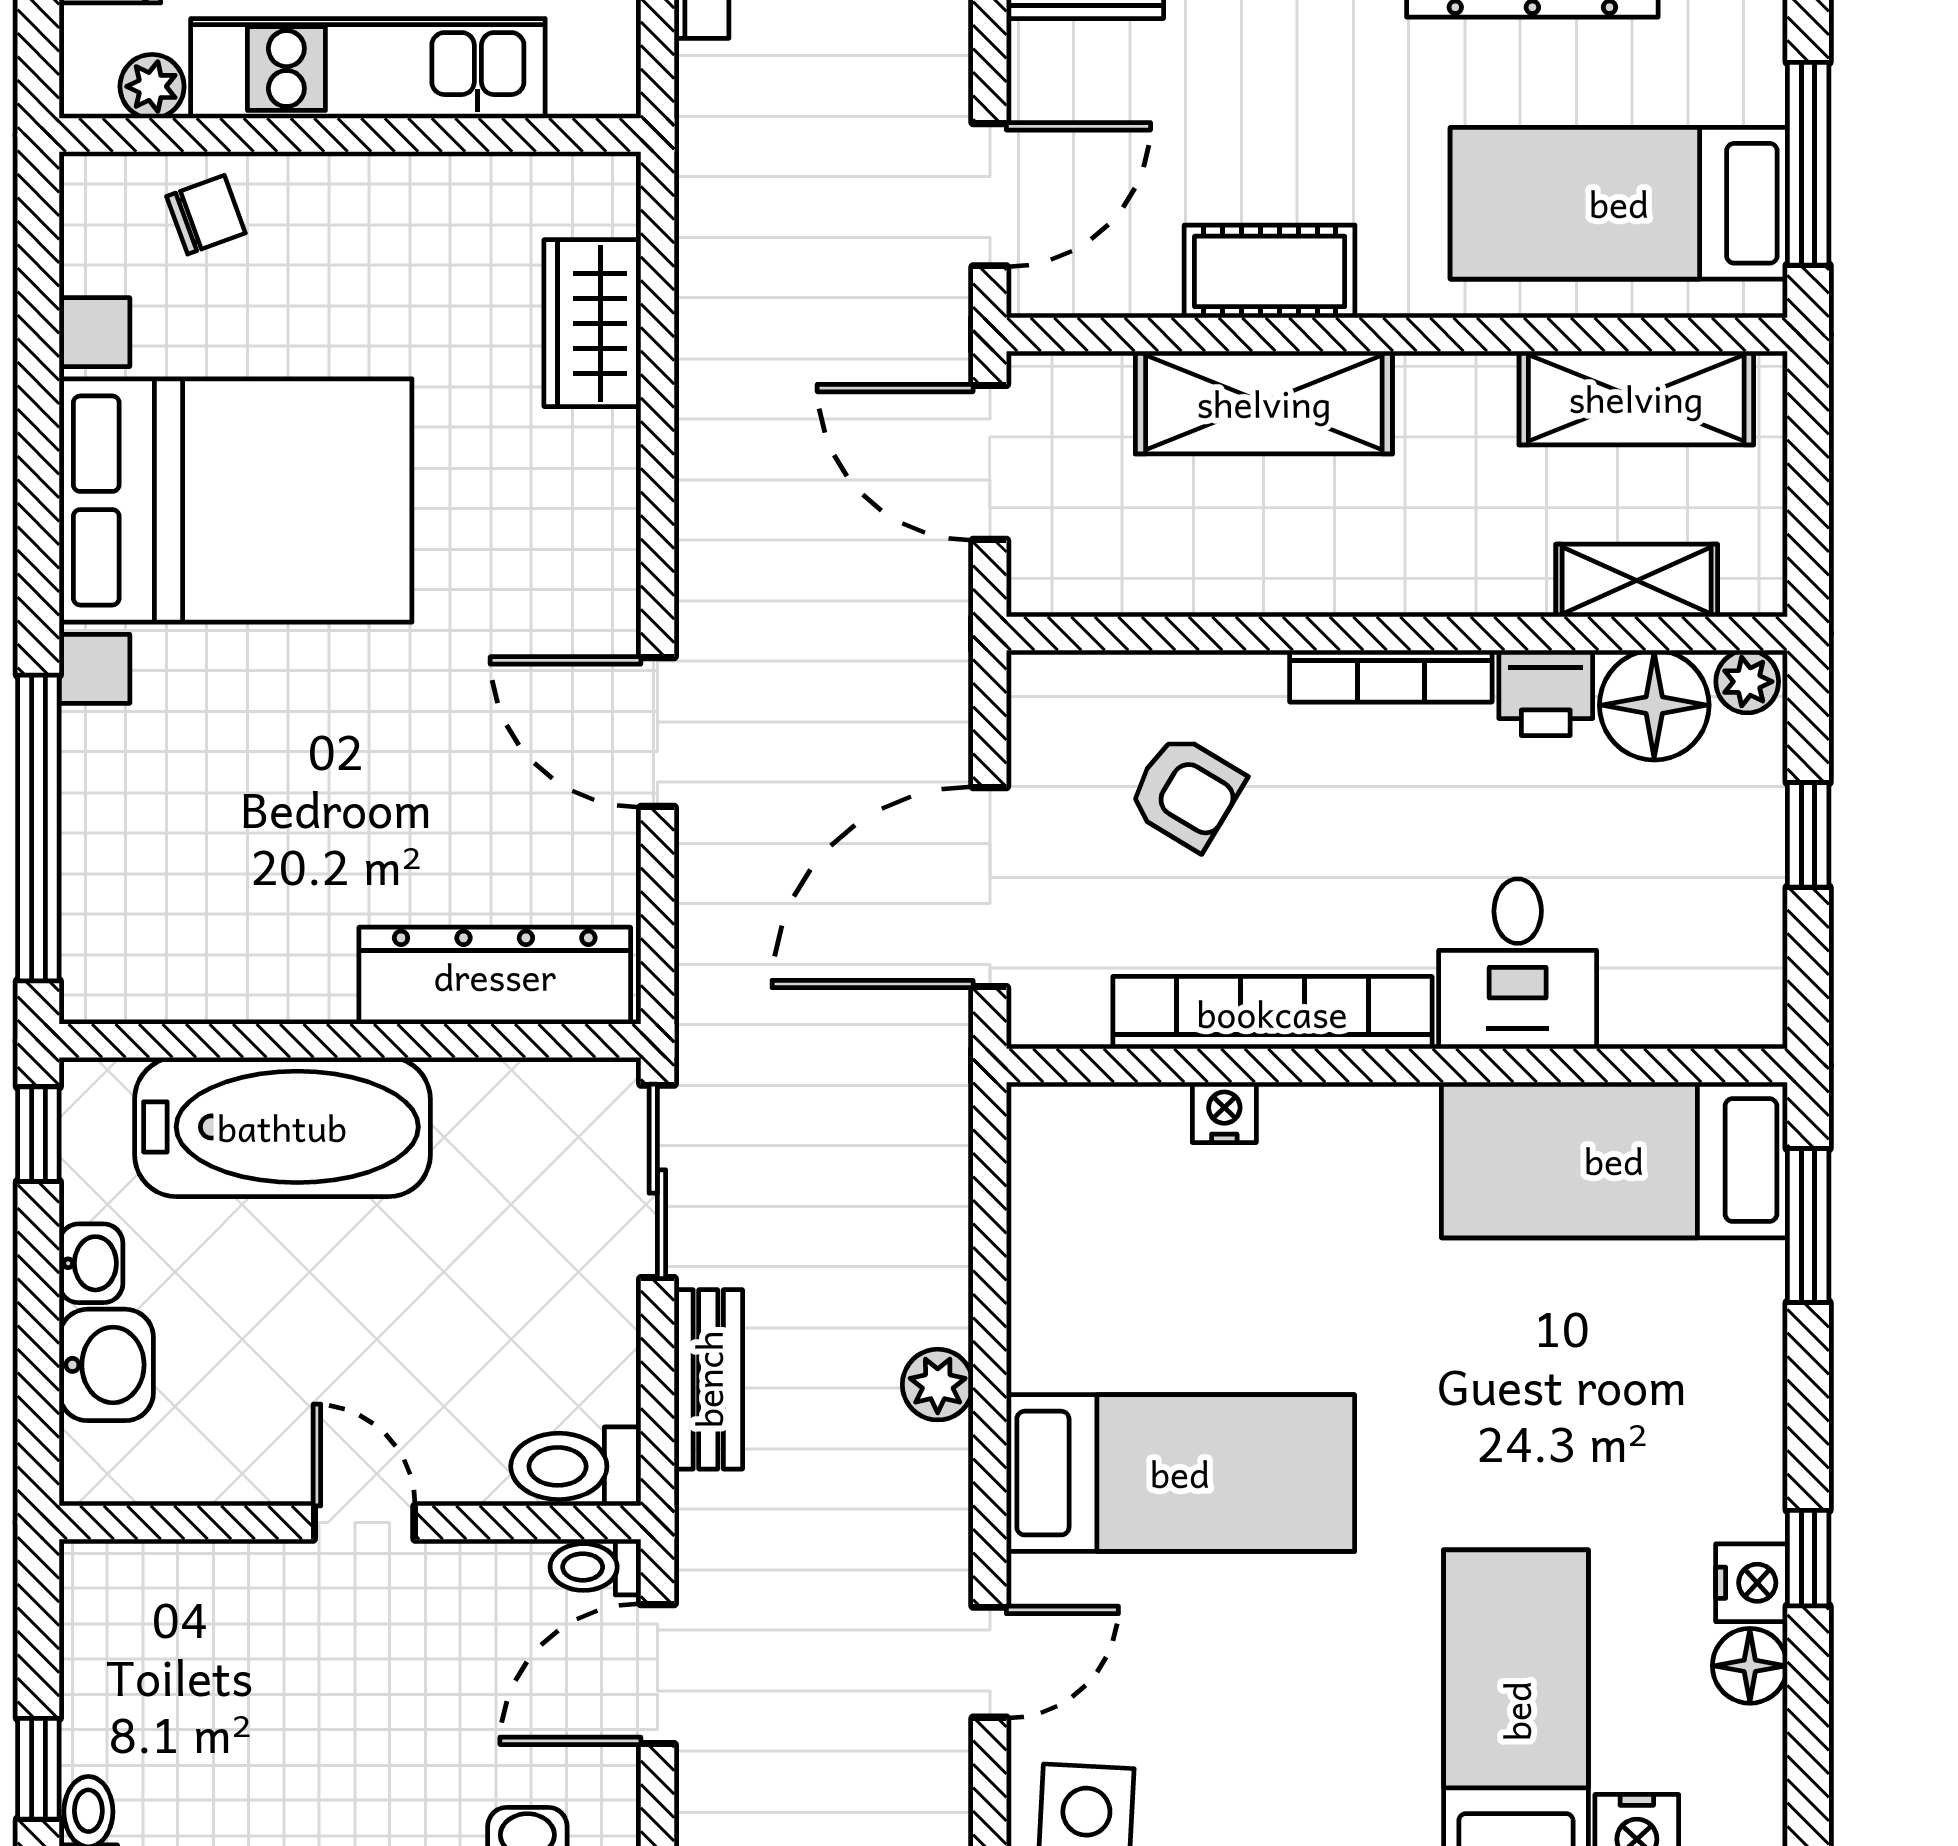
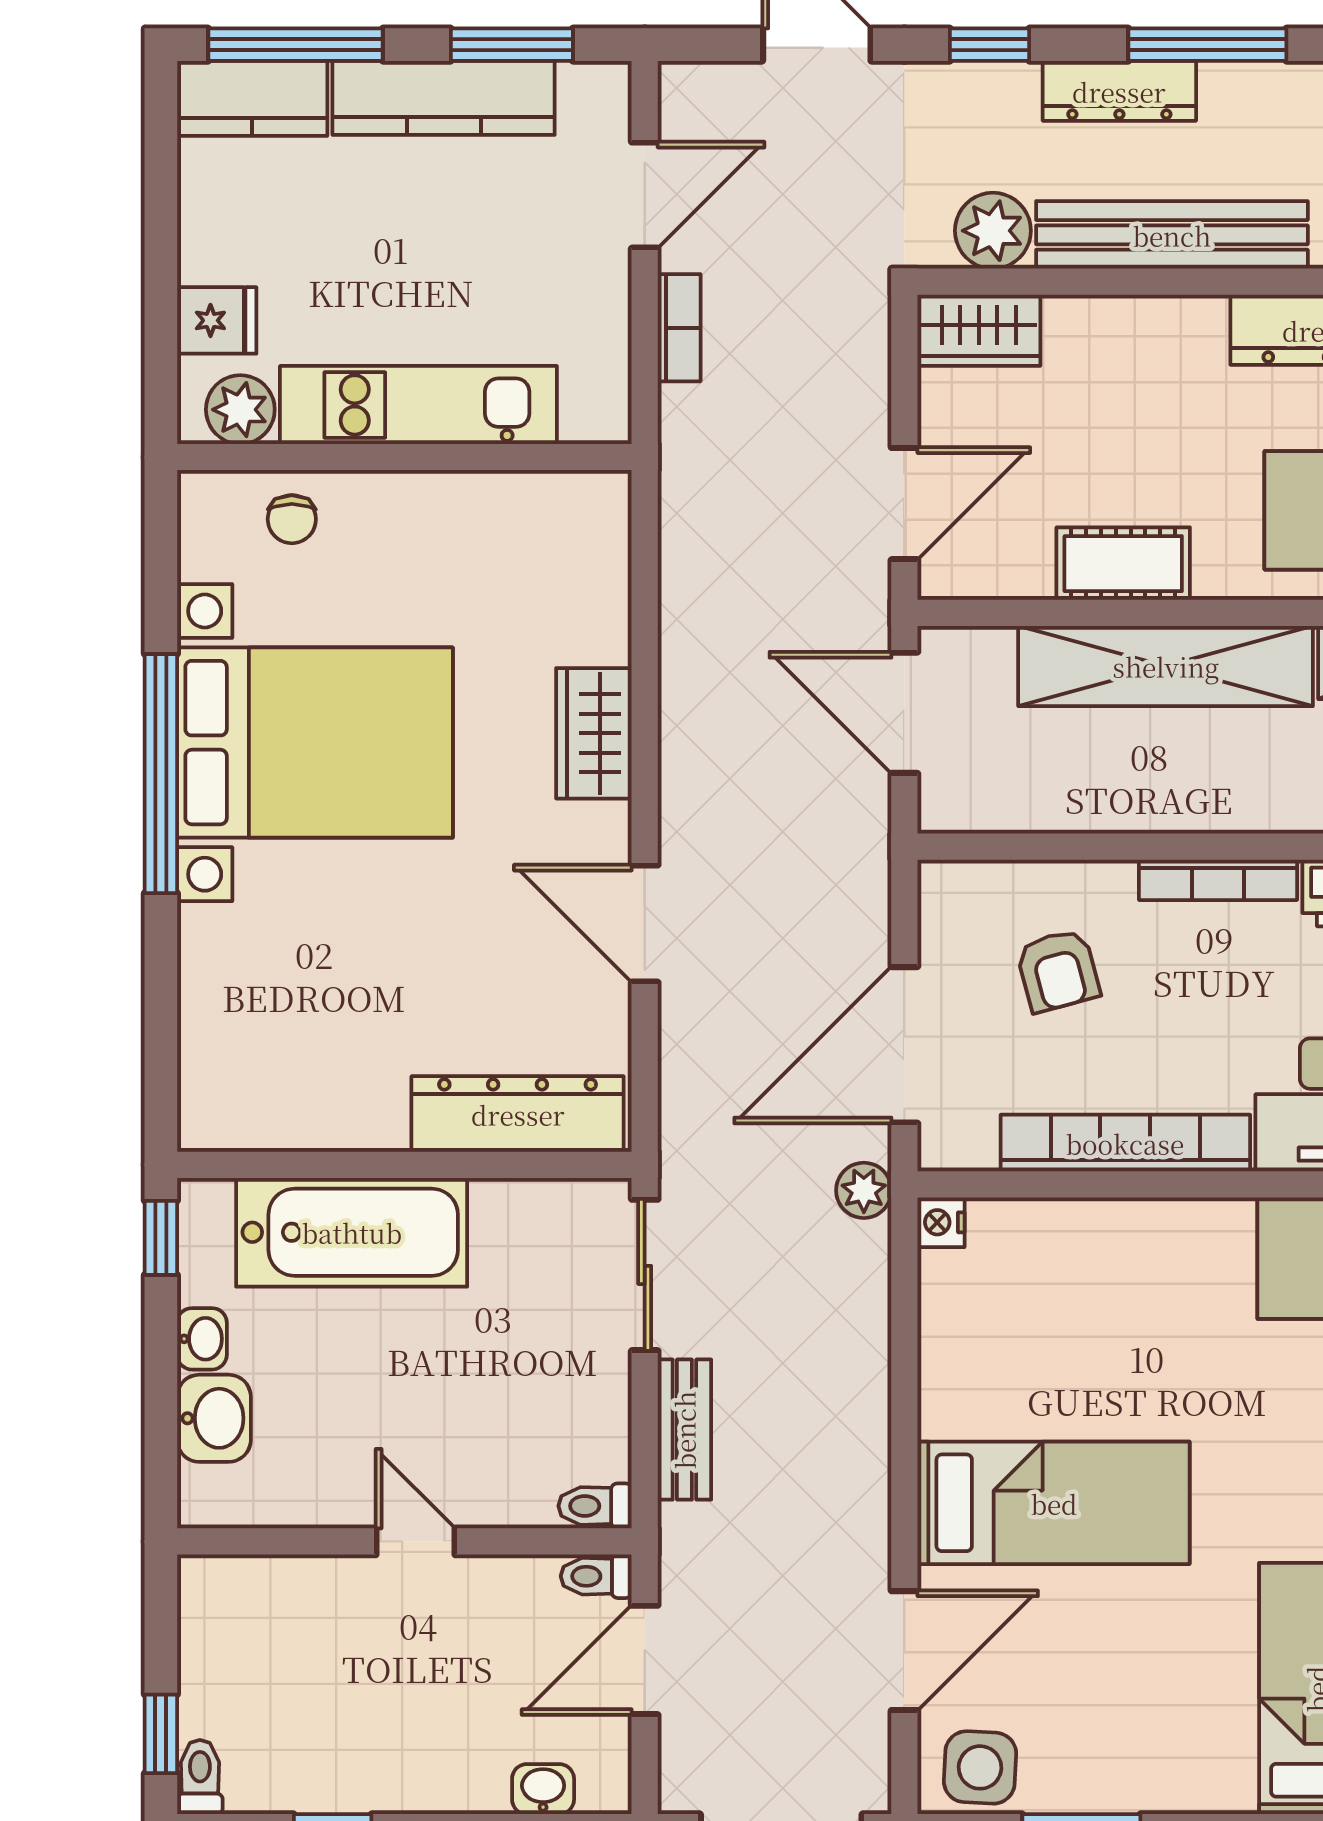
plant: (152, 86) -> (240, 410), width x1.38, depth x1.38
chair: (206, 215) -> (292, 519), turned 110
wardrobe: (592, 323) -> (594, 733), moved
shelving: (1264, 403) -> (1166, 666), width x1.47
armchair: (1186, 792) -> (1058, 971), turned 44
window: (38, 828) -> (161, 774), moved
nightstand: (1224, 1112) -> (941, 1222), moved, turned -90
plant: (938, 1385) -> (864, 1190), moved
toilet: (576, 1466) -> (595, 1506), width x0.73, depth x0.72
door: (990, 1662) -> (904, 1651), width x1.38

